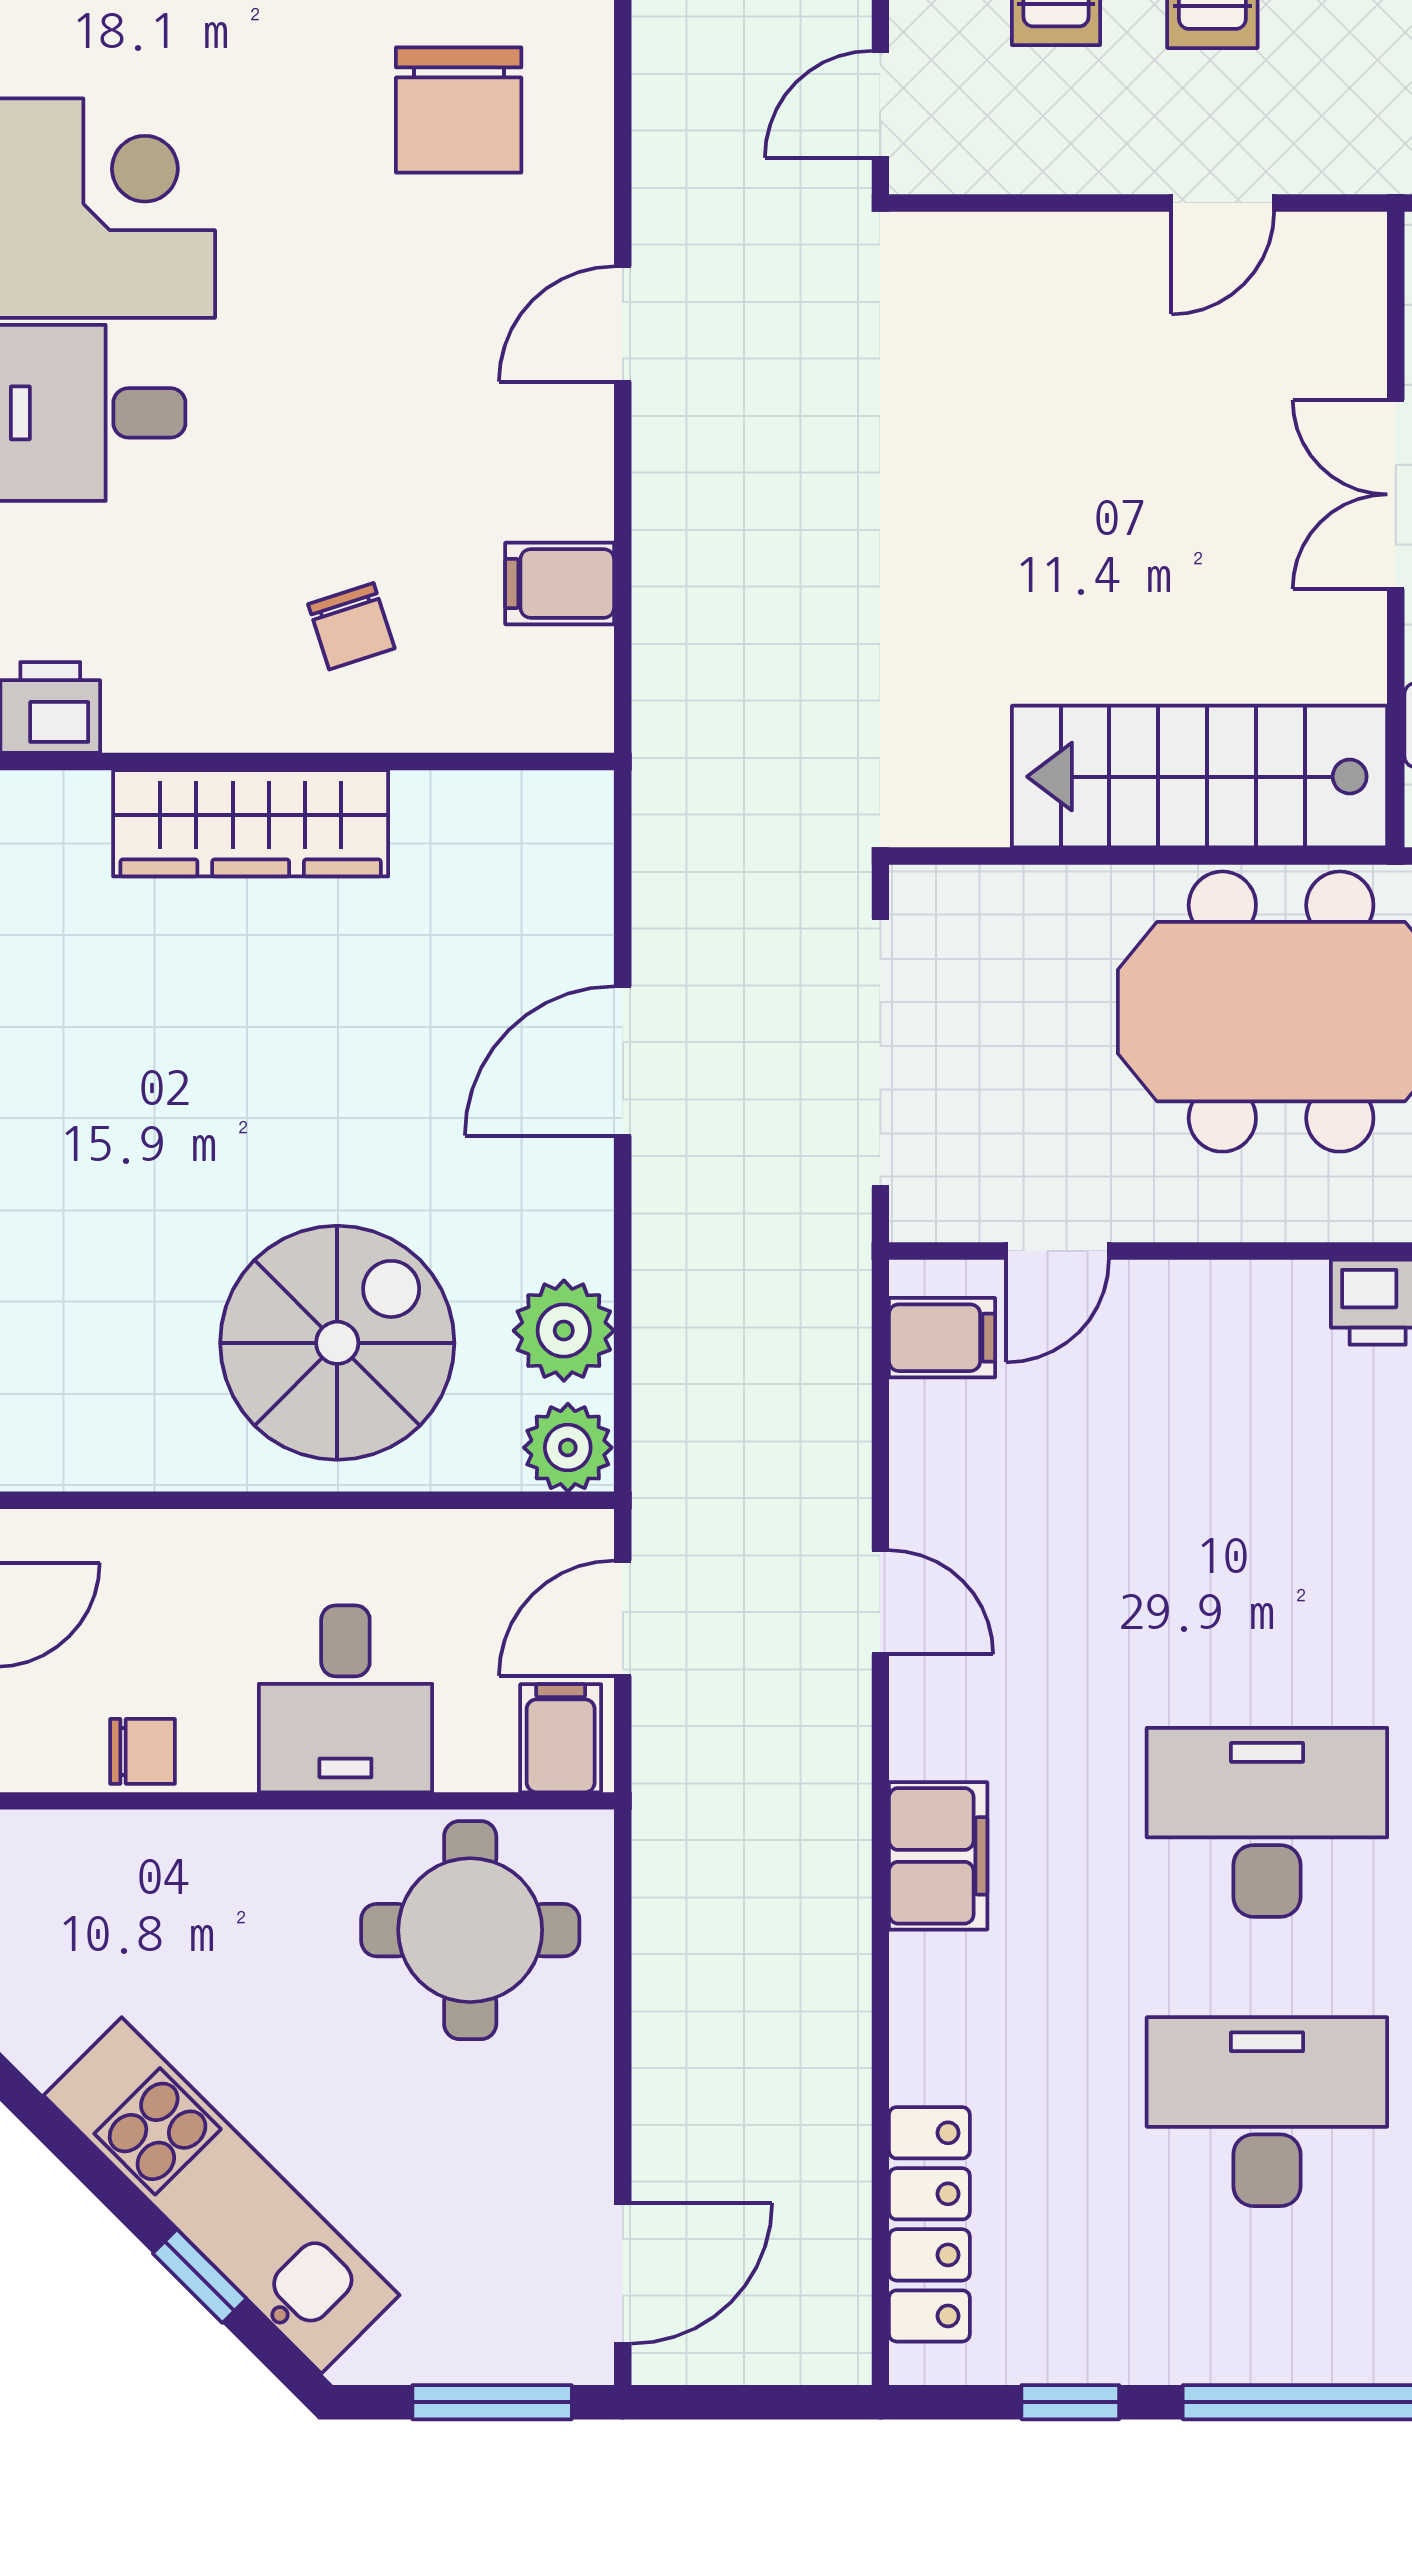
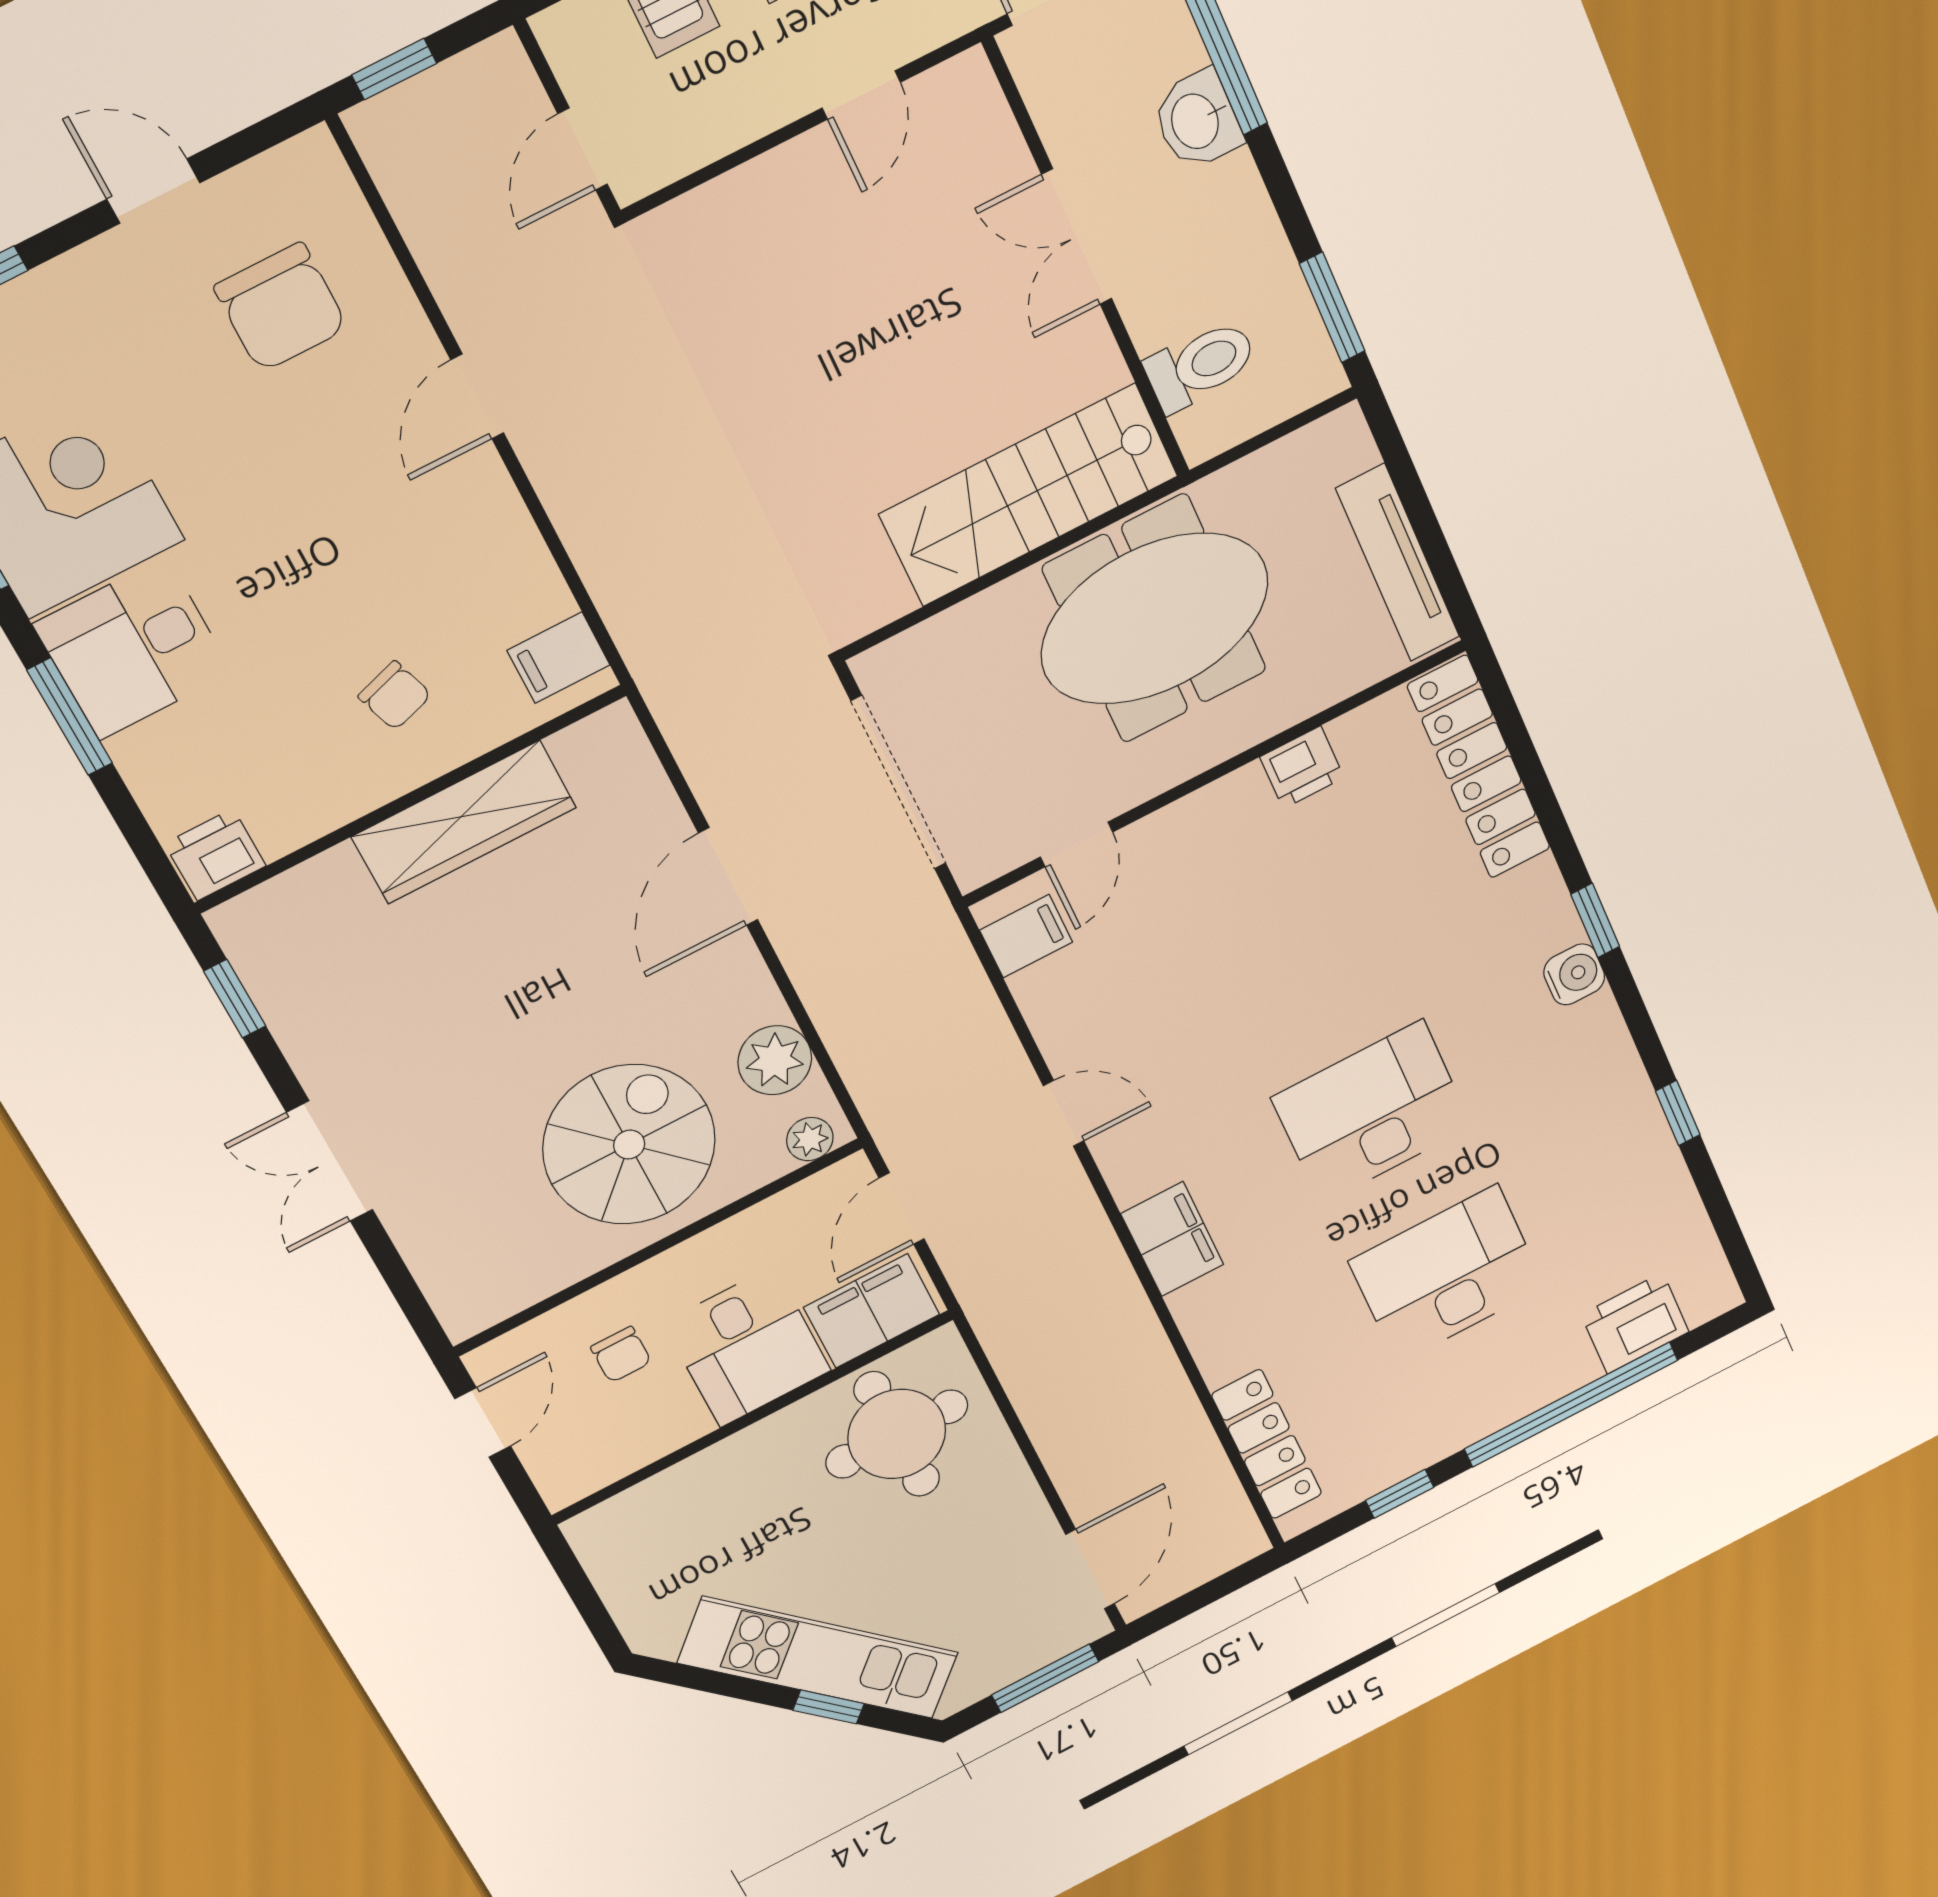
filing cabinet: (560, 583) -> (559, 658), moved
wardrobe: (251, 823) -> (464, 822), moved
plant: (568, 1448) -> (810, 1139), width x0.73, depth x0.73
filing cabinet: (561, 1738) -> (872, 1311), width x2.00
chair: (142, 1751) -> (621, 1354), moved, turned 90

